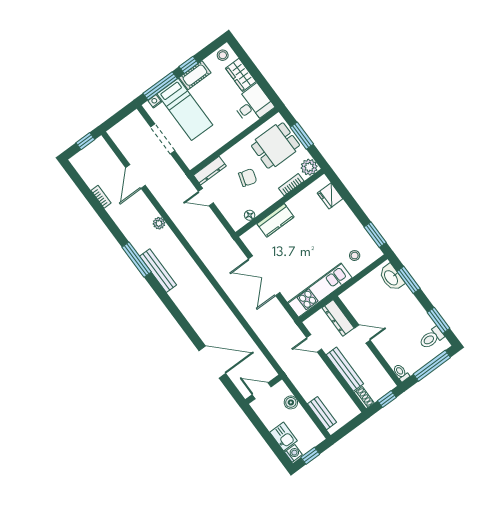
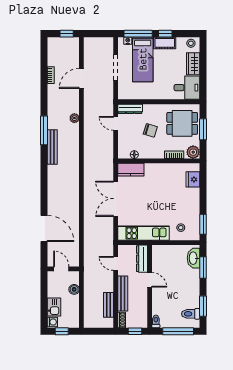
kitchen counter: (275, 220) -> (131, 170), moved
bench: (322, 413) -> (108, 305), moved

